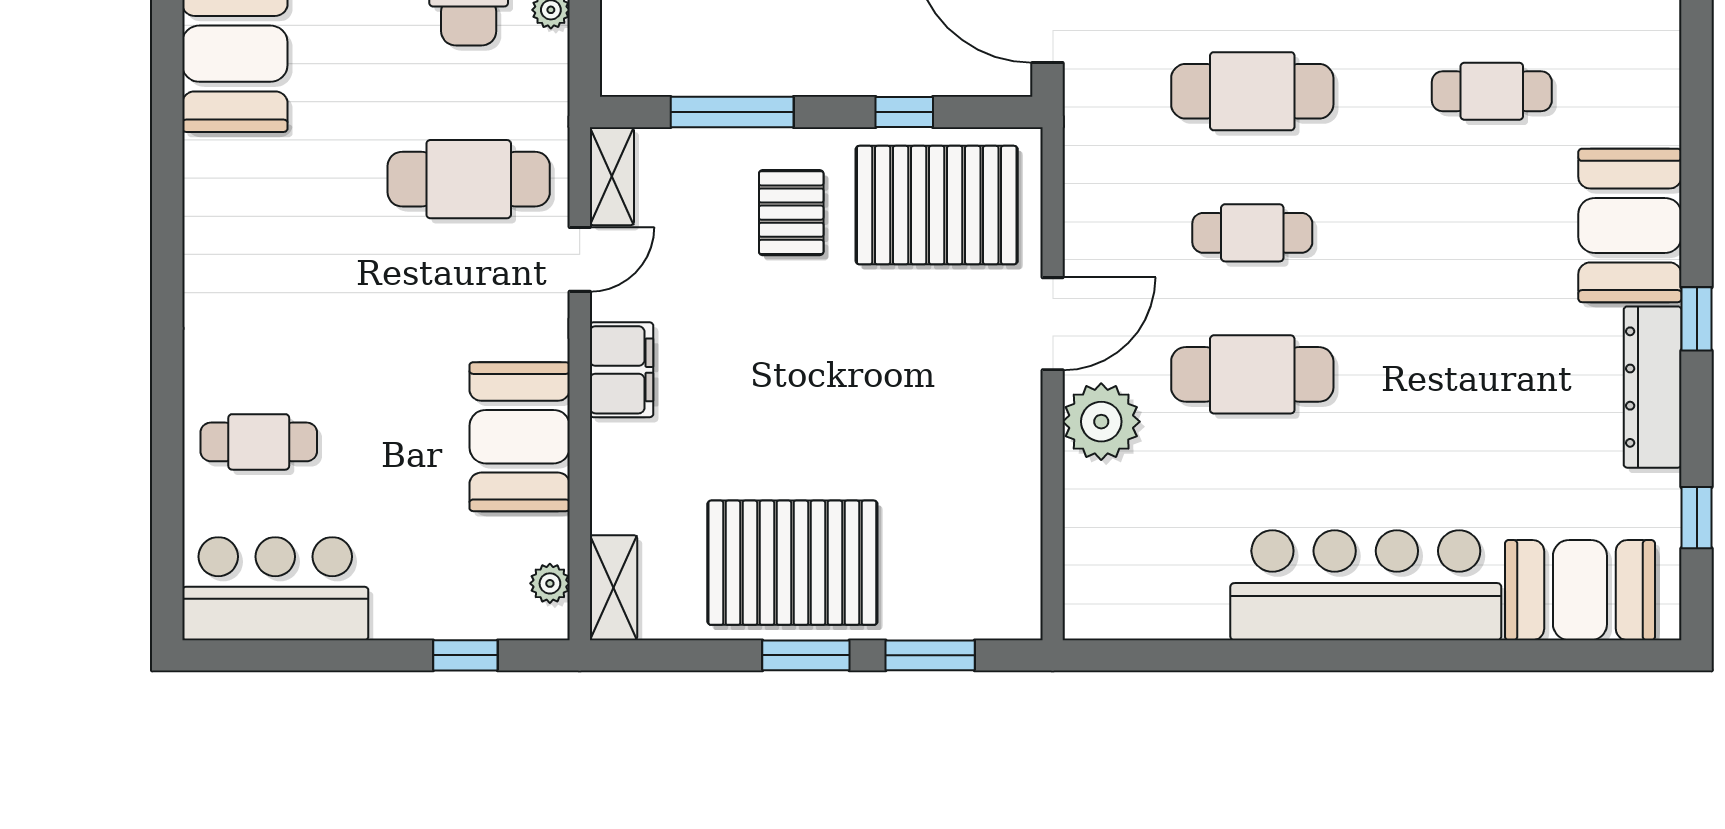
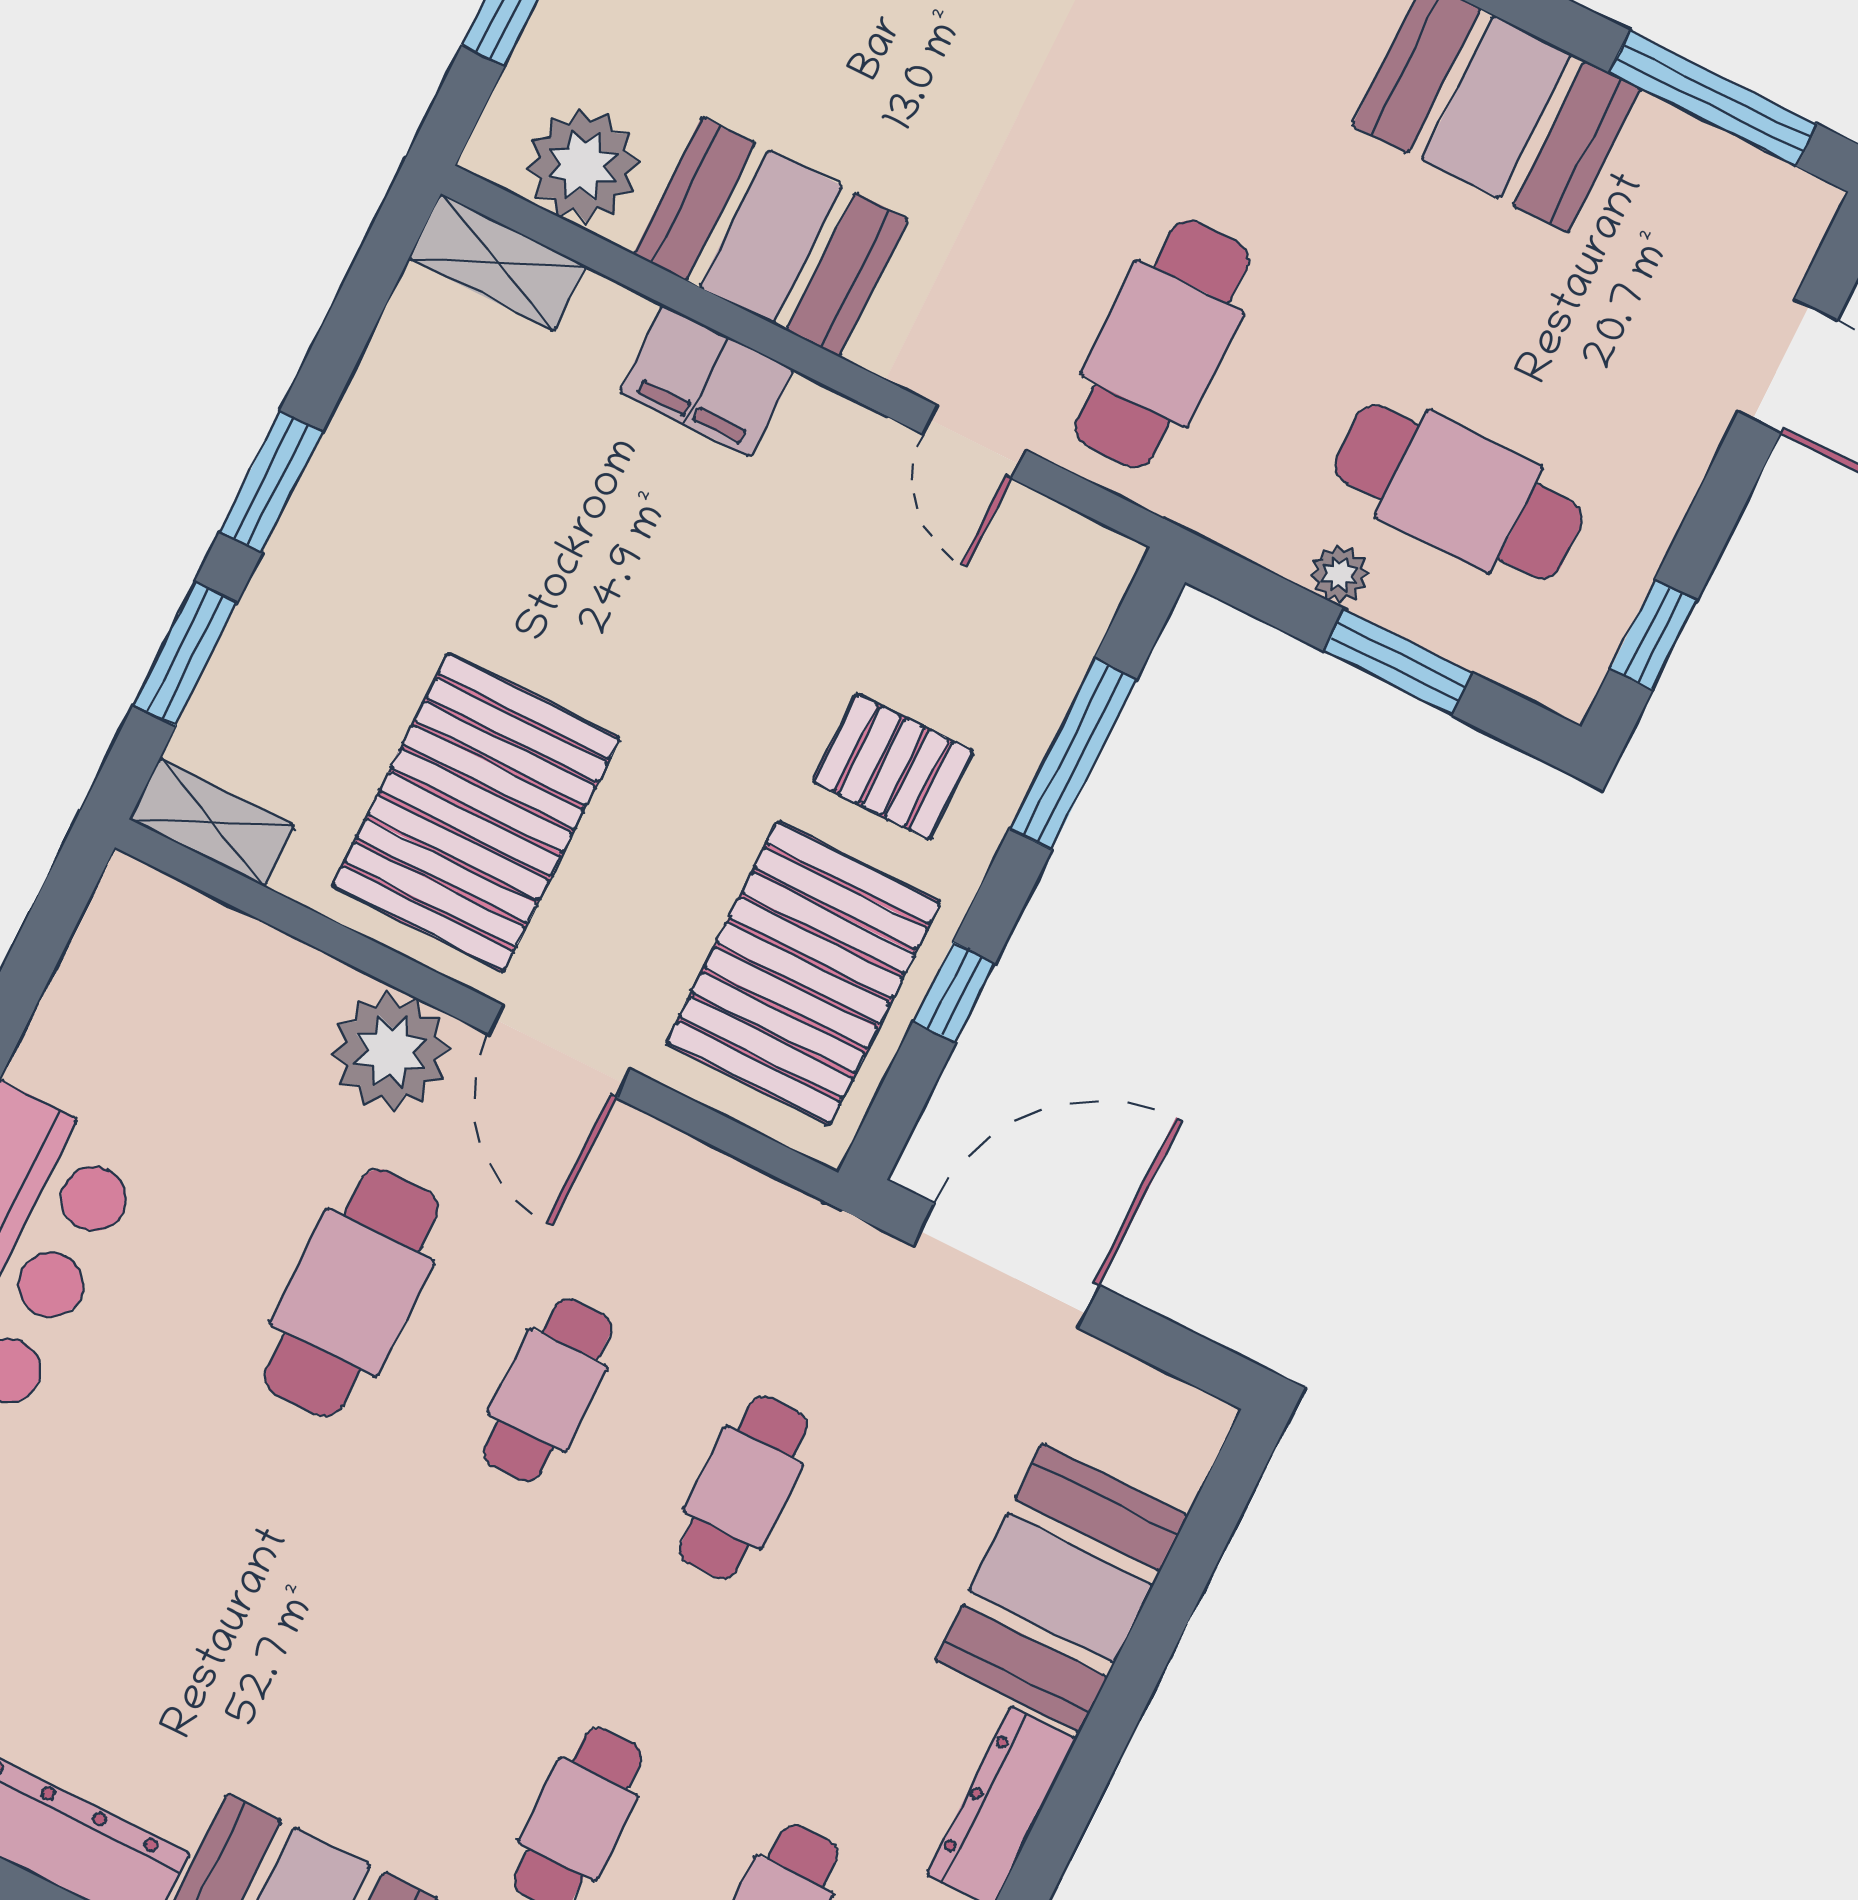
cafe table: (1252, 91) -> (743, 1488), width x0.73, depth x0.74
shelving: (612, 176) -> (212, 823), moved
filing cabinet: (622, 370) -> (707, 381), moved
pallet: (792, 563) -> (476, 812), moved
plant: (550, 583) -> (583, 165), width x1.88, depth x1.88

